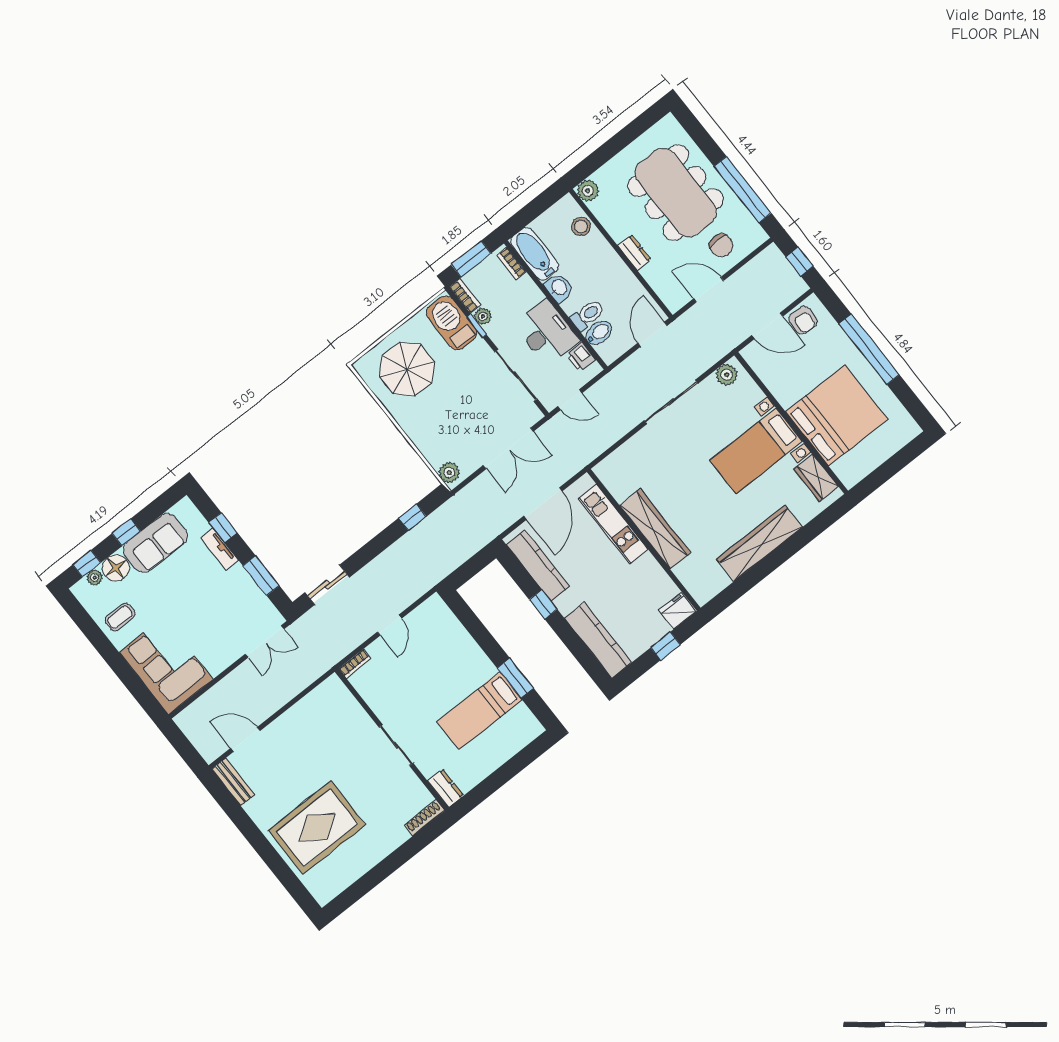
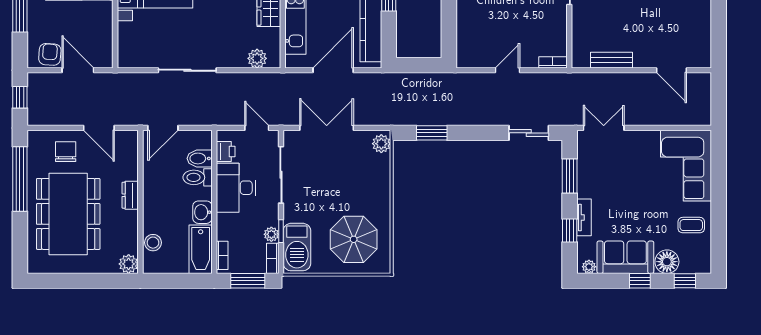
plant: (727, 375) -> (257, 58), moved
window: (412, 517) -> (432, 133), width x1.50
plant: (95, 578) -> (589, 267), moved
bench: (233, 782) -> (612, 60), moved, turned 90

